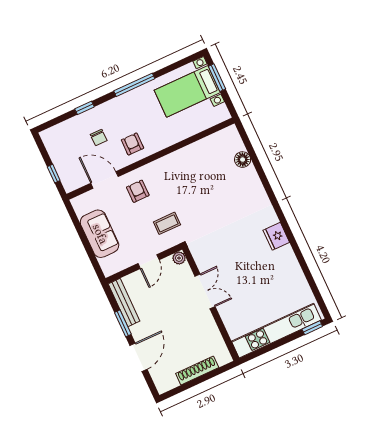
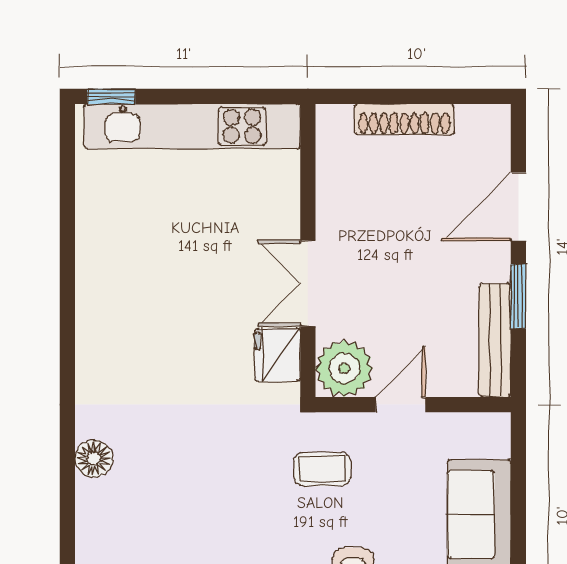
floor lamp: (243, 160) -> (94, 459), moved
fridge: (276, 236) -> (278, 355), moved, turned 180
plant: (179, 258) -> (344, 368), width x1.88, depth x1.88

